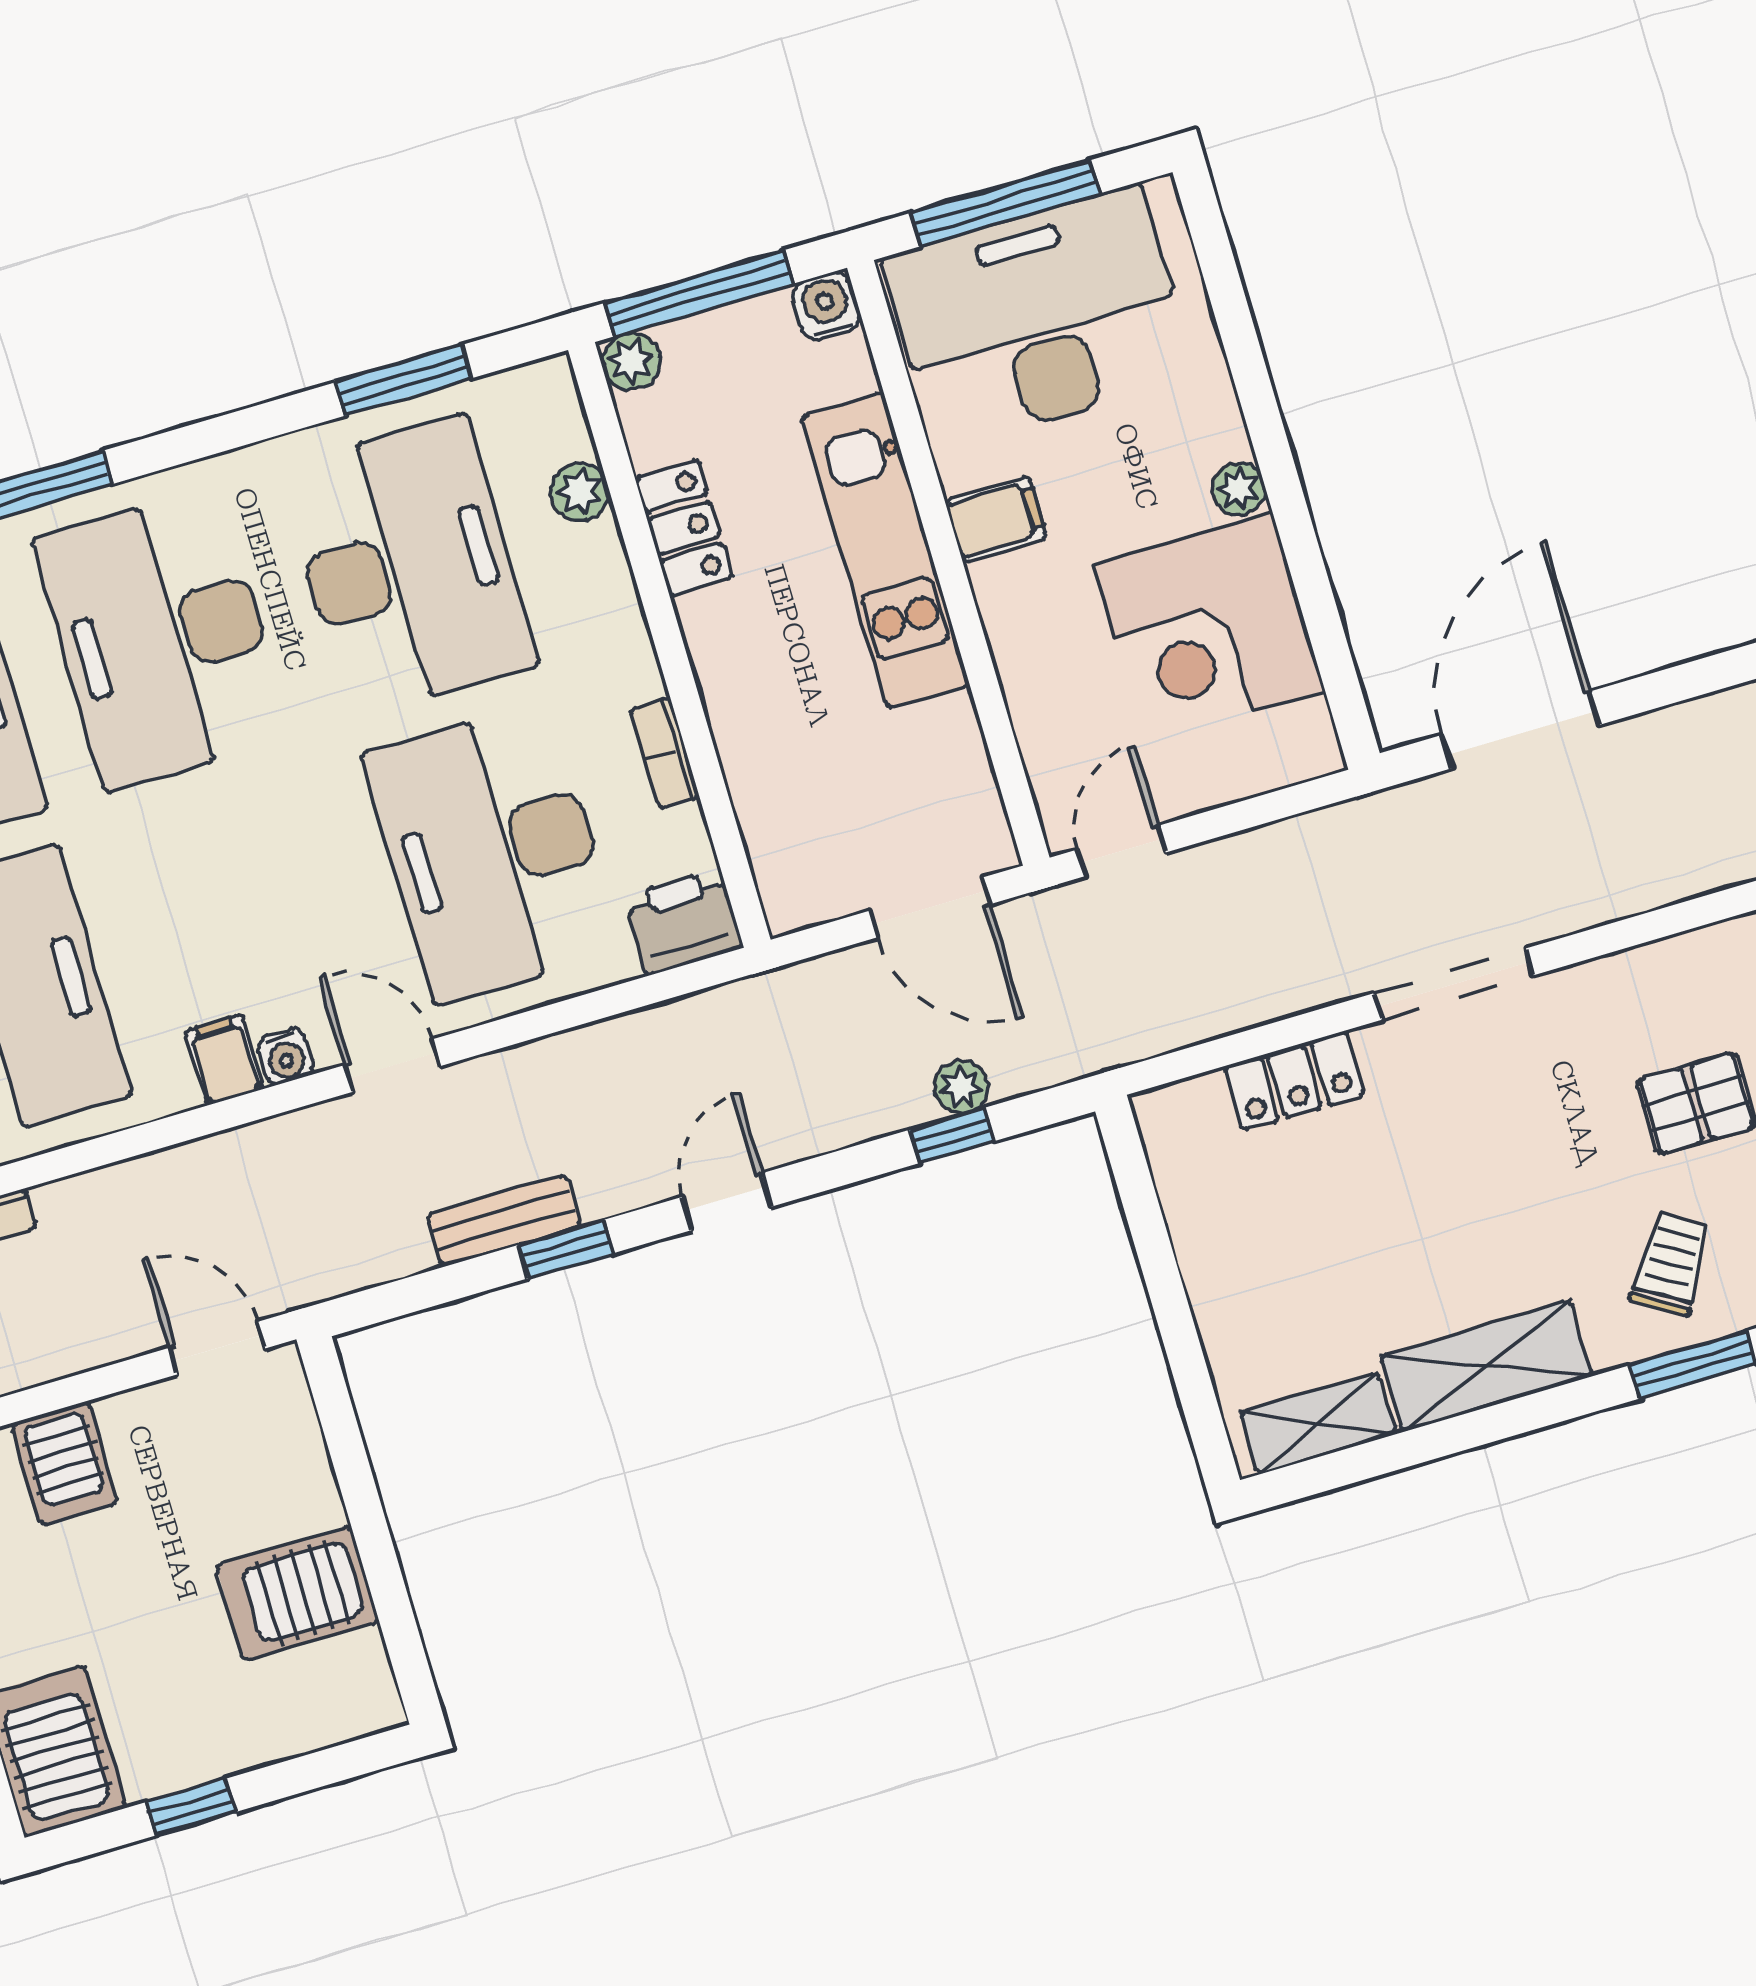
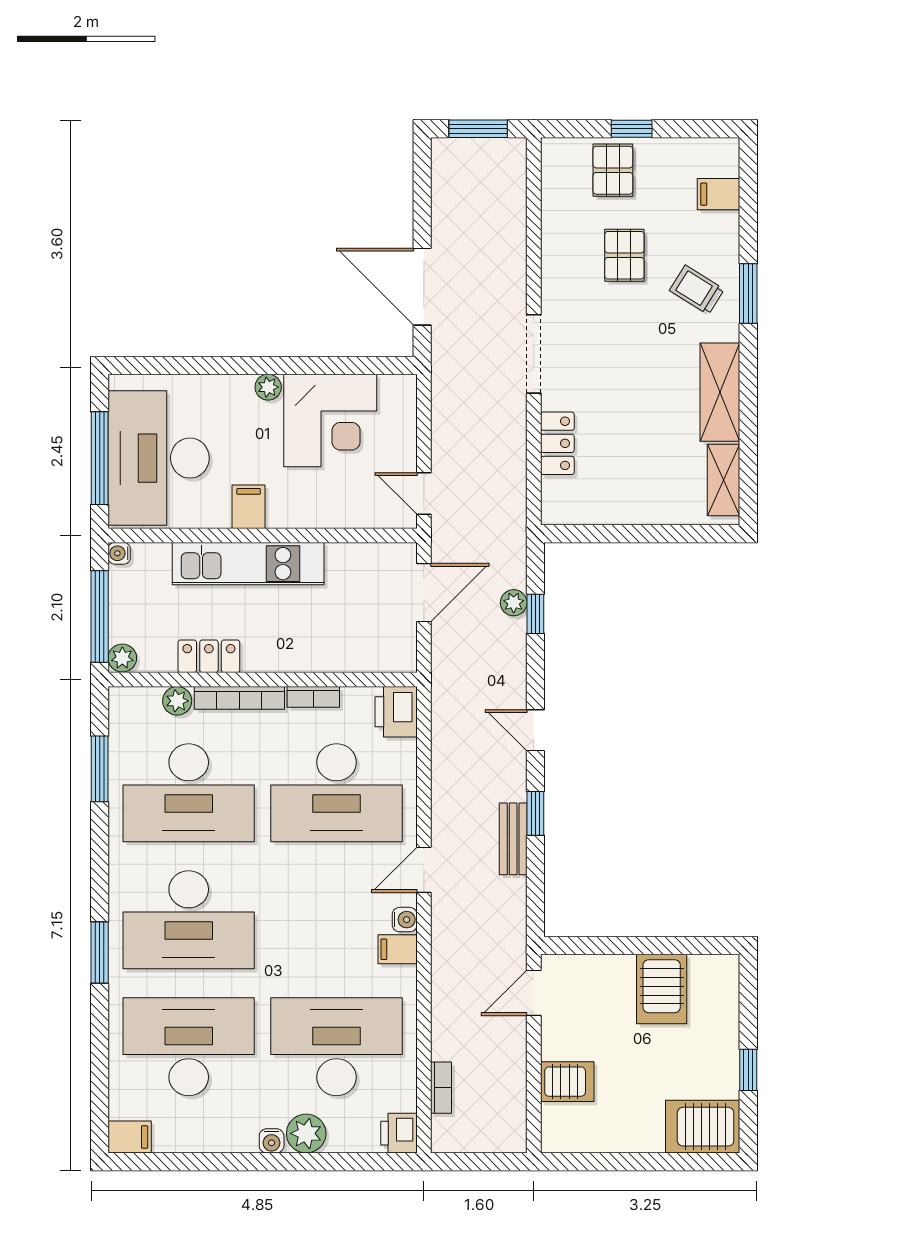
water cooler: (826, 306) -> (119, 553), width x0.72, depth x0.72
desk: (408, 566) -> (189, 793), turned 180
bookcase: (621, 610) -> (239, 698), added

